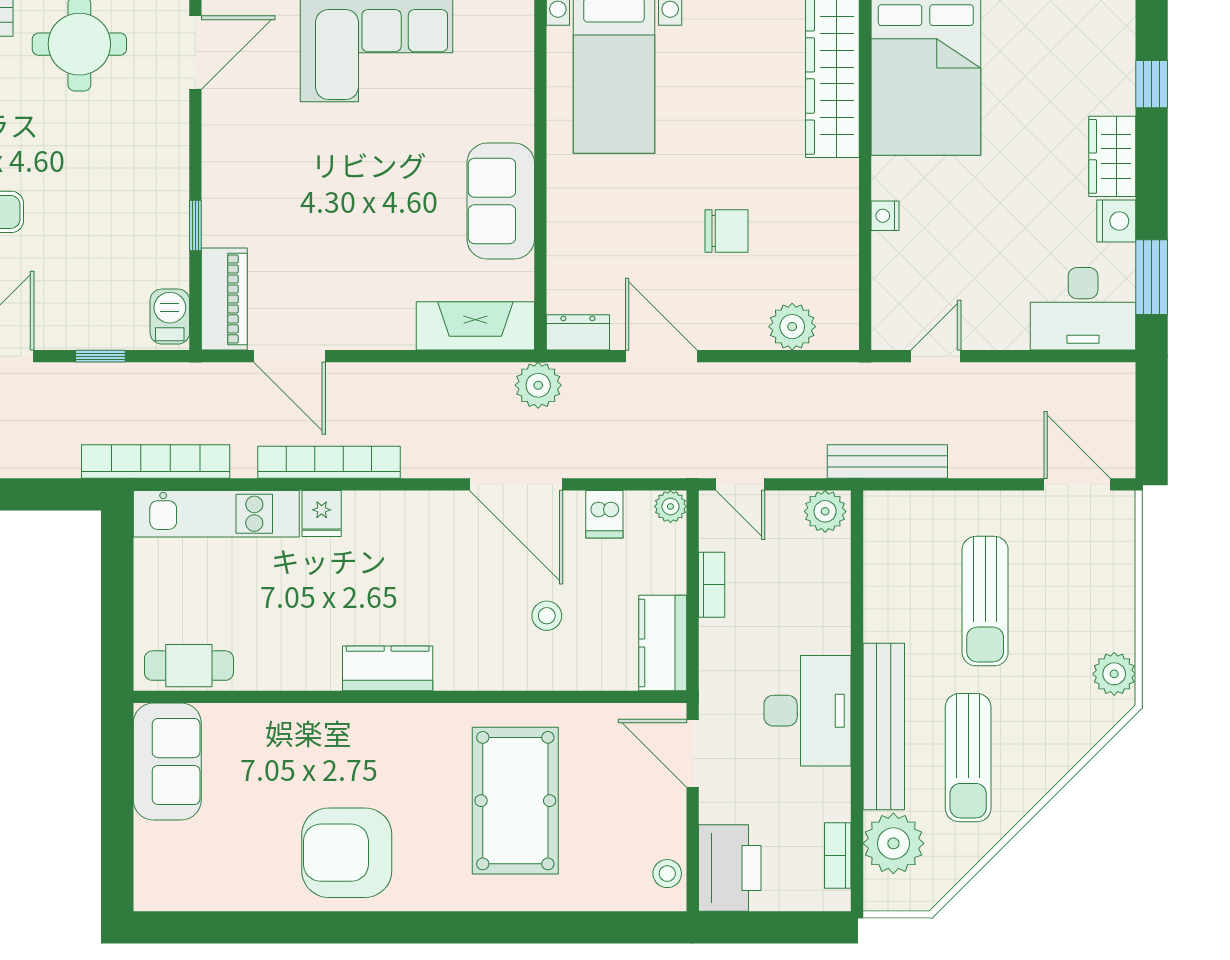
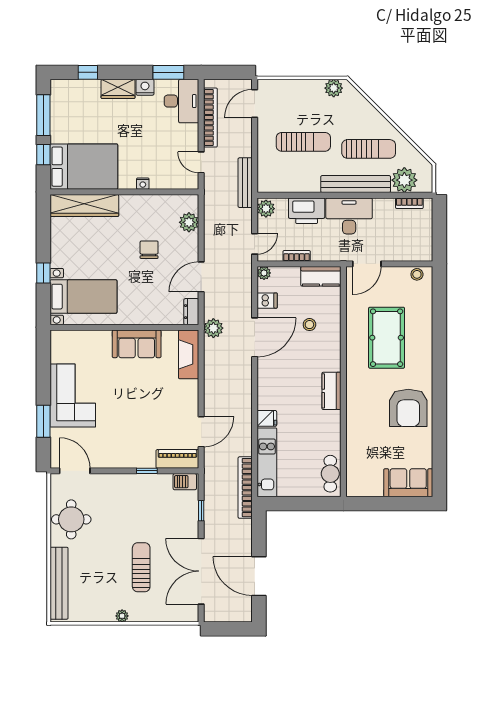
bookcase: (329, 462) -> (210, 118), moved, turned 180
sofa: (167, 762) -> (408, 483), moved
pool table: (515, 801) -> (387, 338), turned 90
printer: (730, 868) -> (307, 211), moved, turned 180

